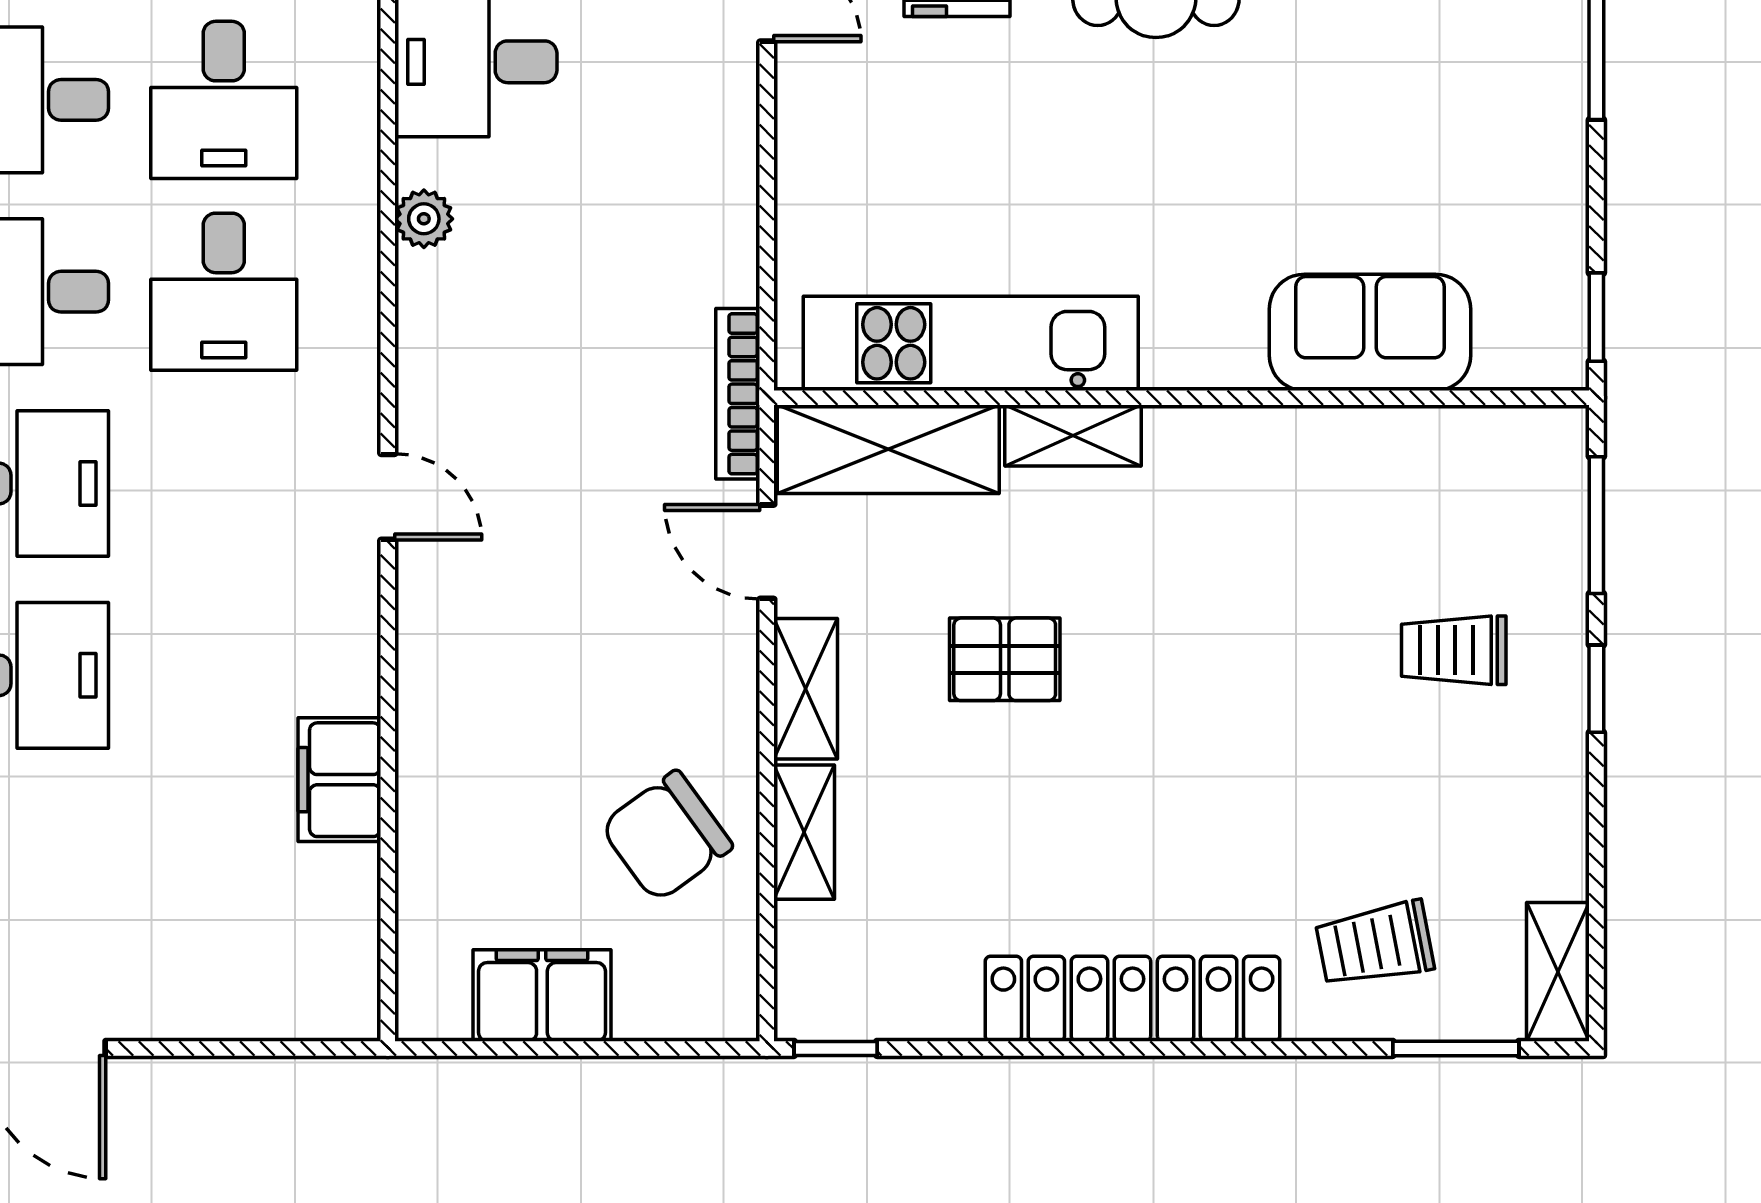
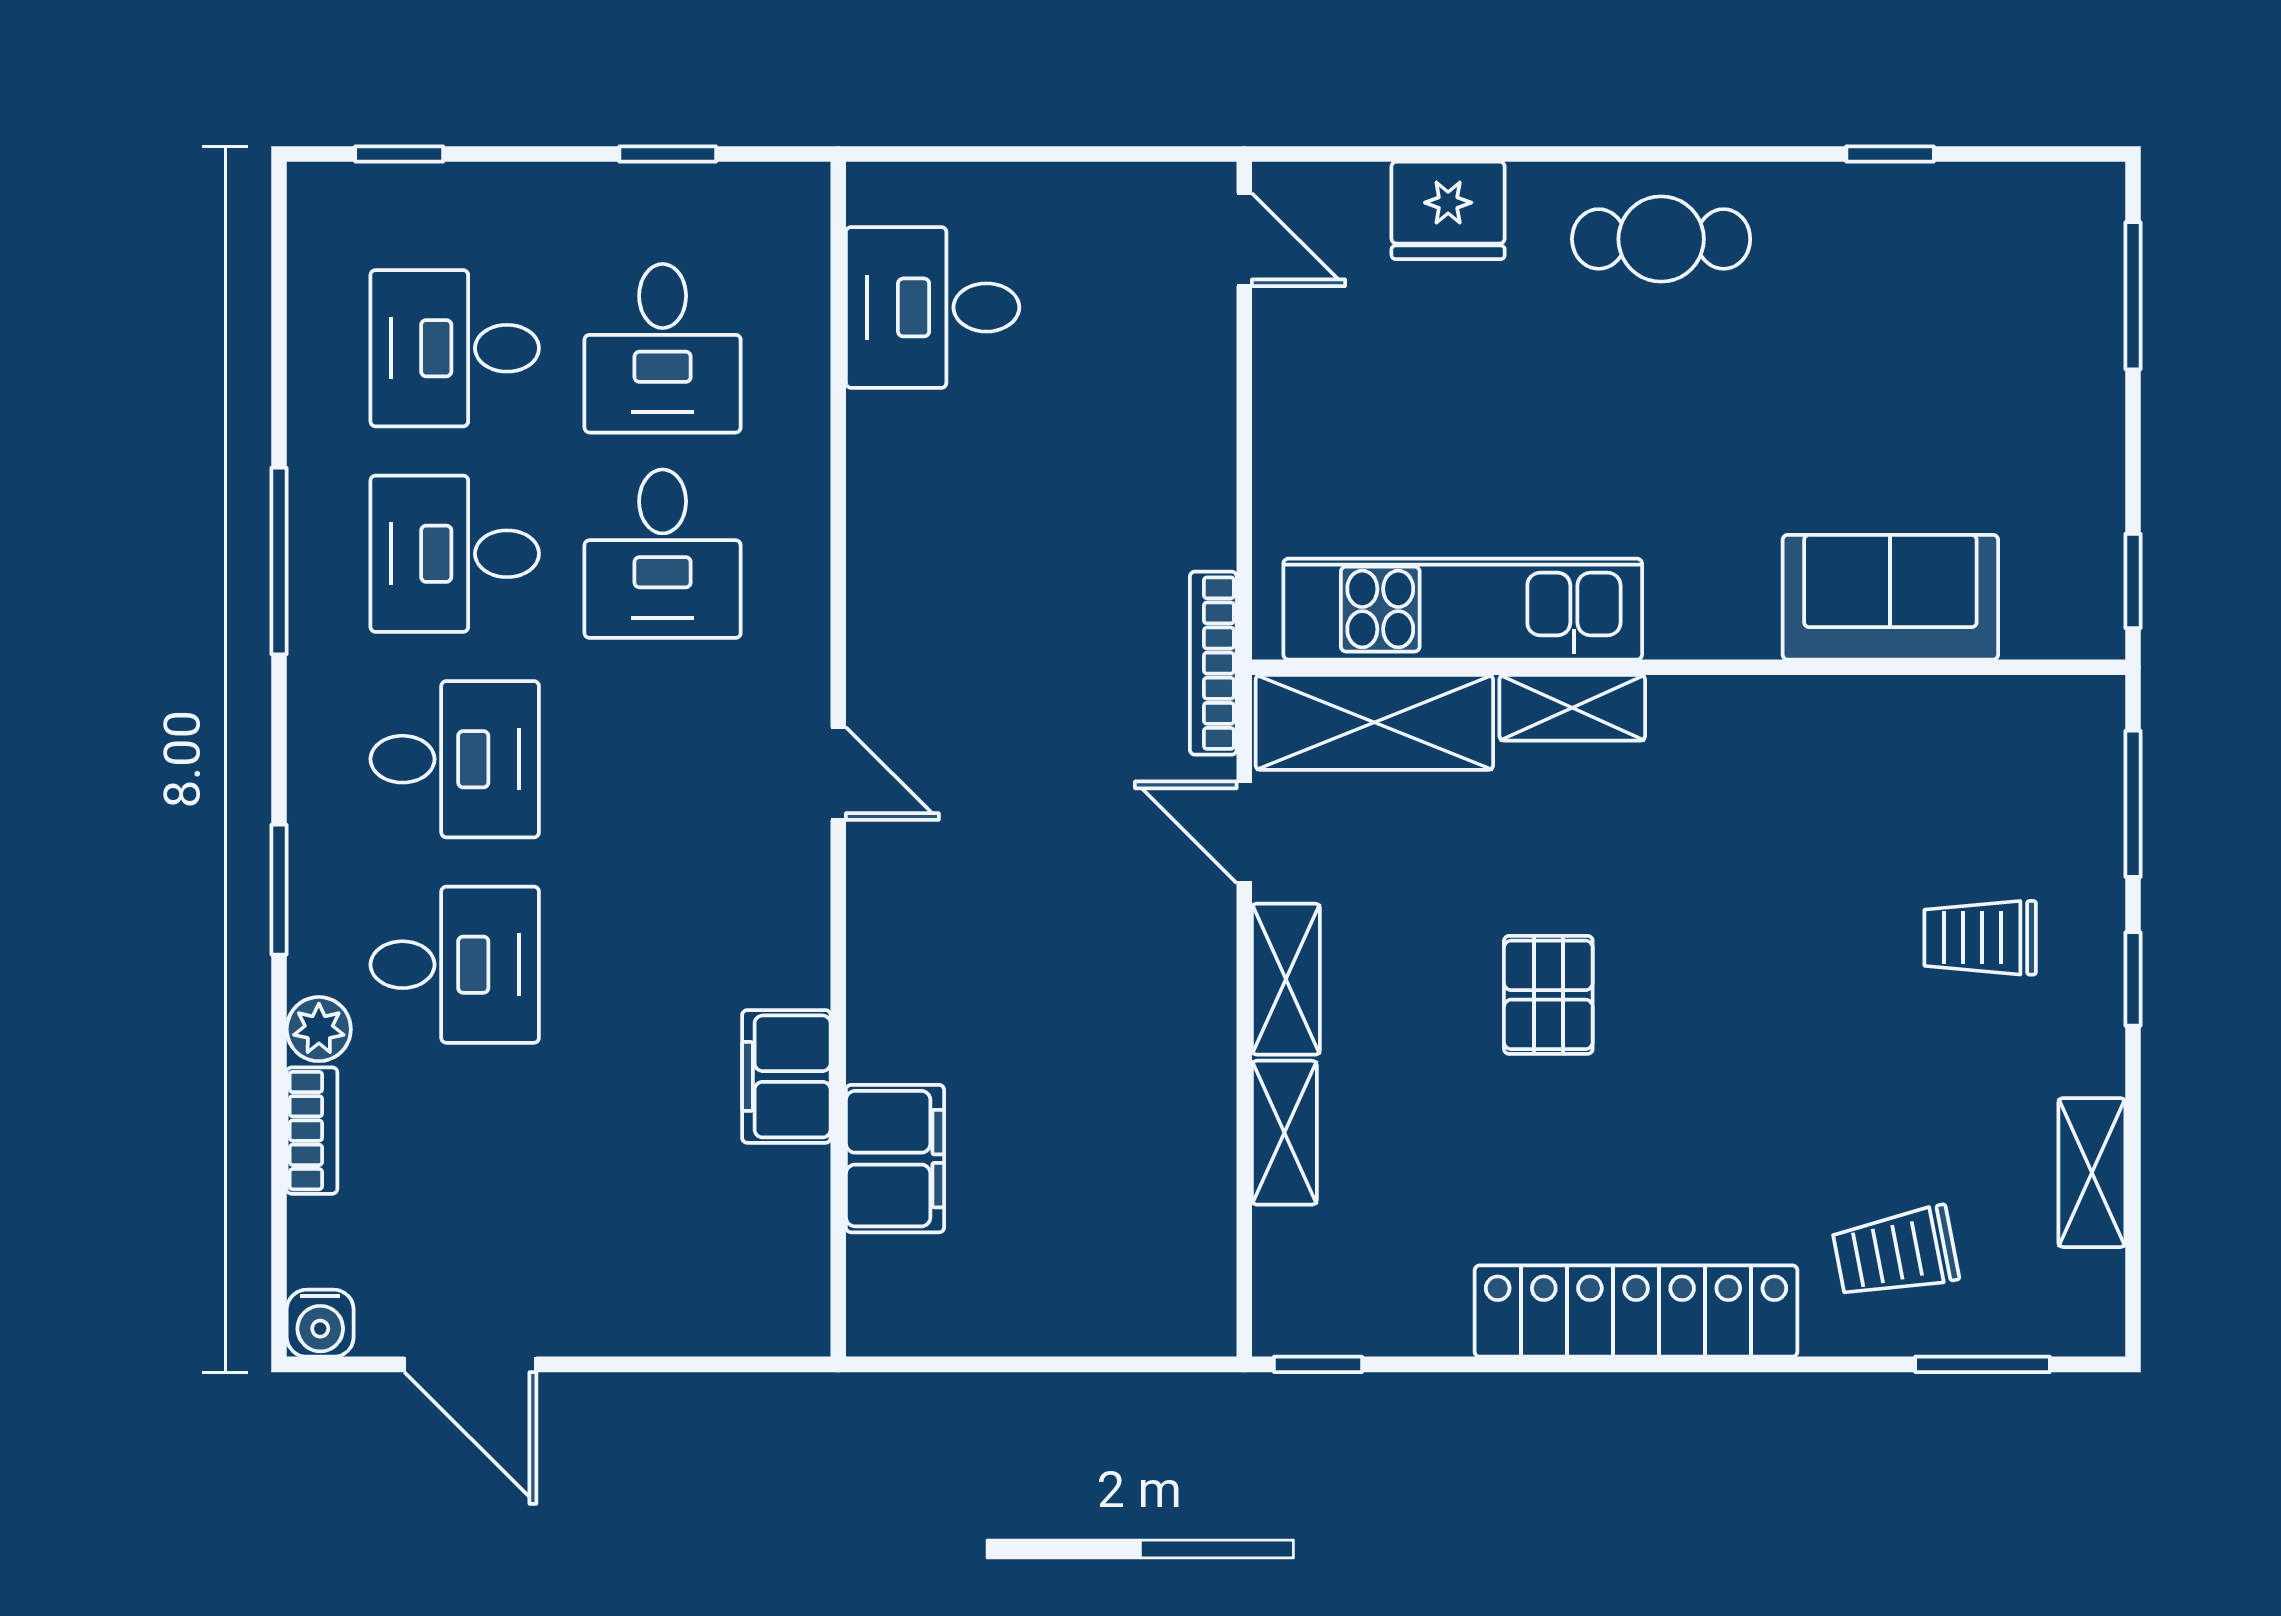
plant: (424, 219) -> (877, 476), removed
pallet: (1005, 659) -> (1548, 995), moved, turned 90
chair: (666, 836) -> (1137, 1137), removed
shelving: (1558, 972) -> (2092, 1173), moved
filing cabinet: (542, 995) -> (895, 1159), moved, turned 90

